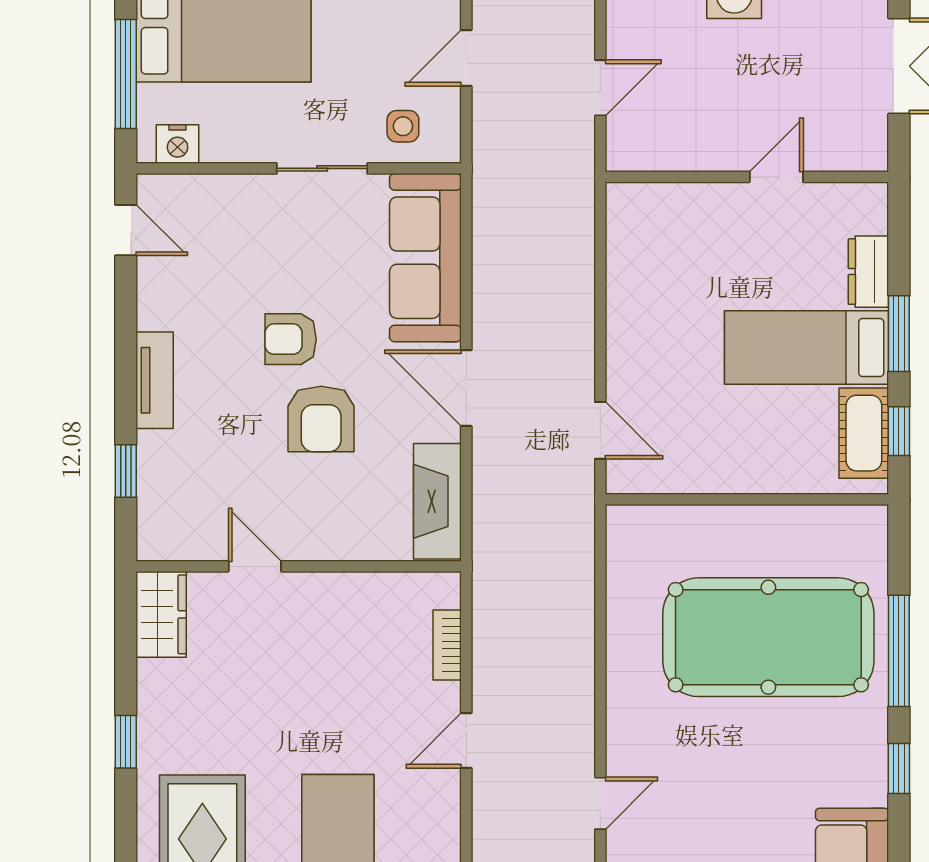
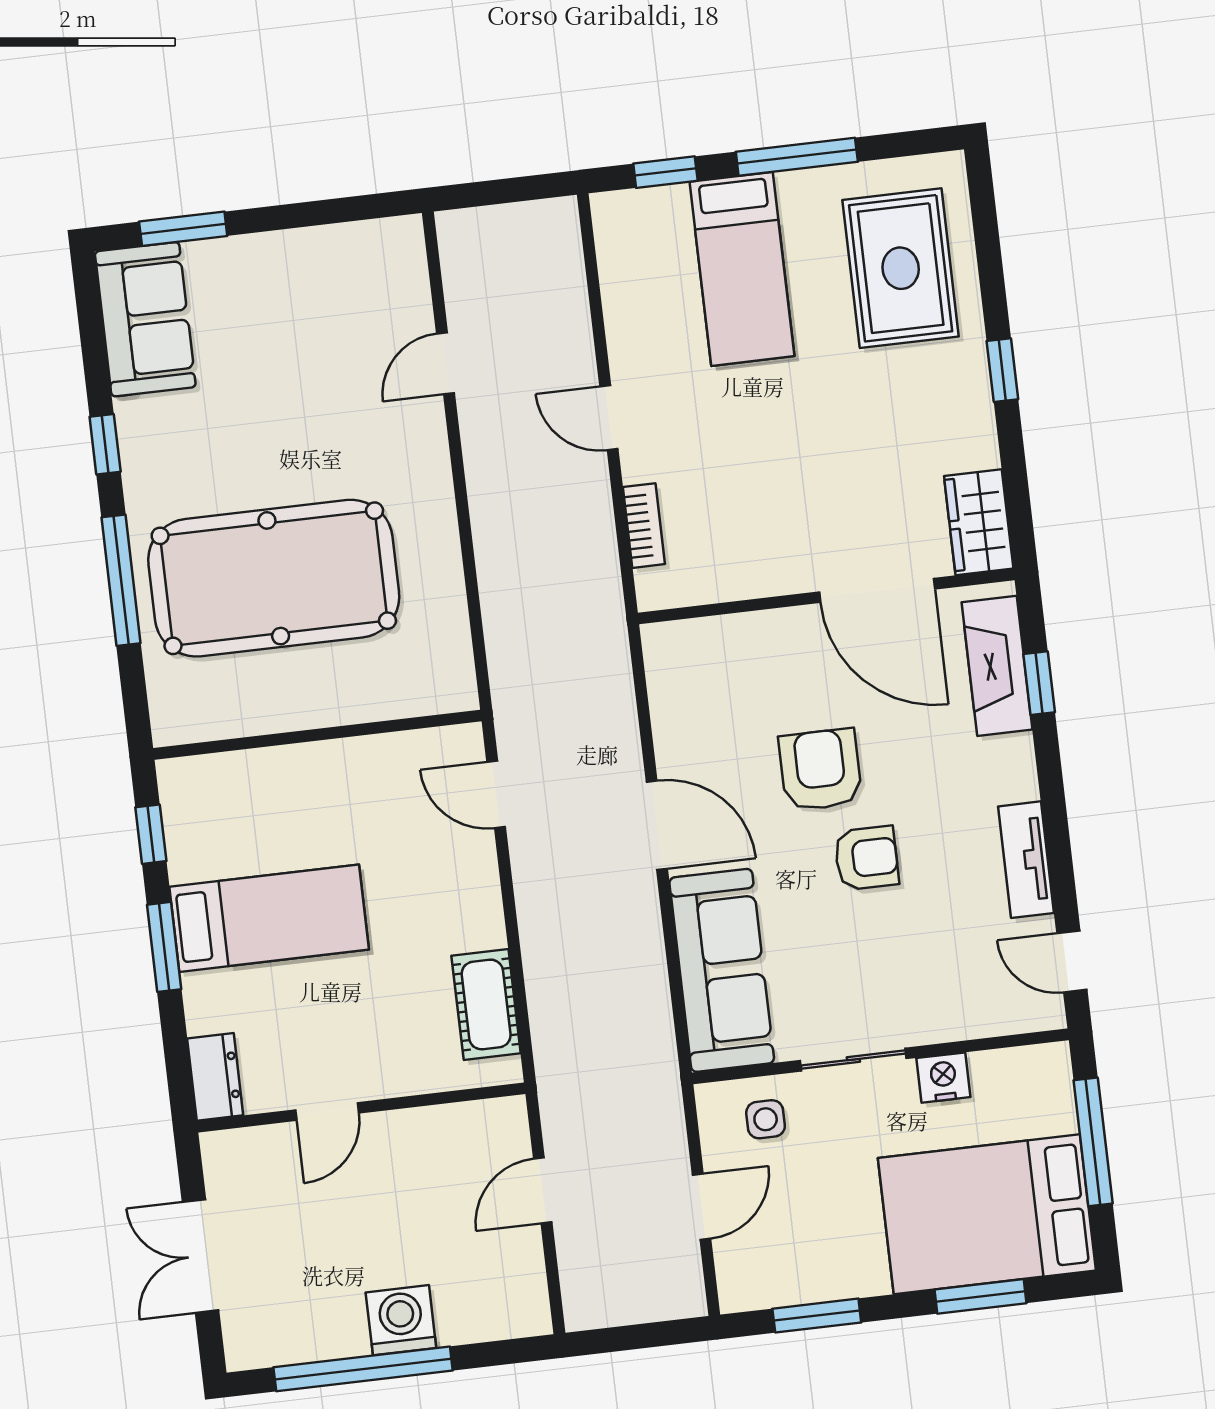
nightstand: (178, 144) -> (943, 1078), moved
dresser: (868, 272) -> (215, 1077), moved
tv unit: (155, 380) -> (1026, 860), moved
cot: (864, 433) -> (486, 1004), moved
fireplace: (437, 501) -> (997, 666), moved, turned 180
door: (255, 566) -> (877, 590), width x1.87
door: (466, 741) -> (609, 418), swing flipped

